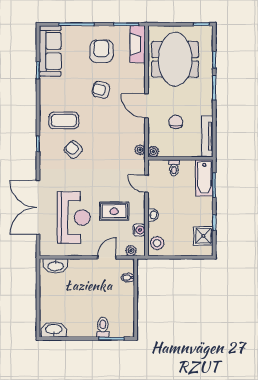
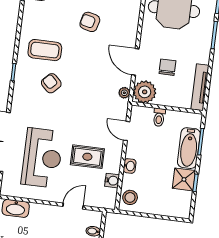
door: (146, 106) -> (135, 62), moved
plant: (153, 151) -> (145, 92), width x1.87, depth x1.87
bathtub: (204, 178) -> (189, 148), moved
shower: (203, 236) -> (184, 179), moved
plant: (131, 251) -> (100, 202), removed

